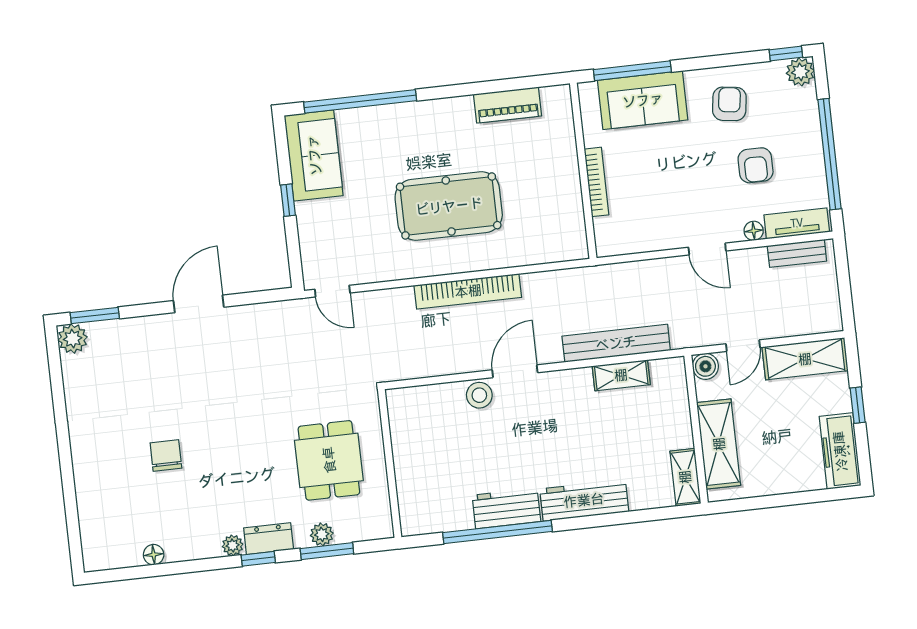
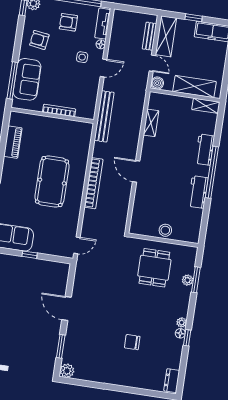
armchair: (756, 165) -> (68, 22), moved, turned 180
side table: (717, 200) -> (82, 57), added
bench: (797, 253) -> (149, 36), moved
window: (95, 316) -> (61, 346), moved
bench: (616, 343) -> (104, 116), moved
stool: (479, 395) -> (165, 230), moved
dining table: (329, 460) -> (154, 268), turned 90
workbench: (584, 500) -> (205, 150), width x0.73
window: (497, 532) -> (212, 172), moved
dresser: (269, 539) -> (172, 381), moved
floor lamp: (154, 555) -> (180, 333), moved
window: (258, 559) -> (187, 338), moved

